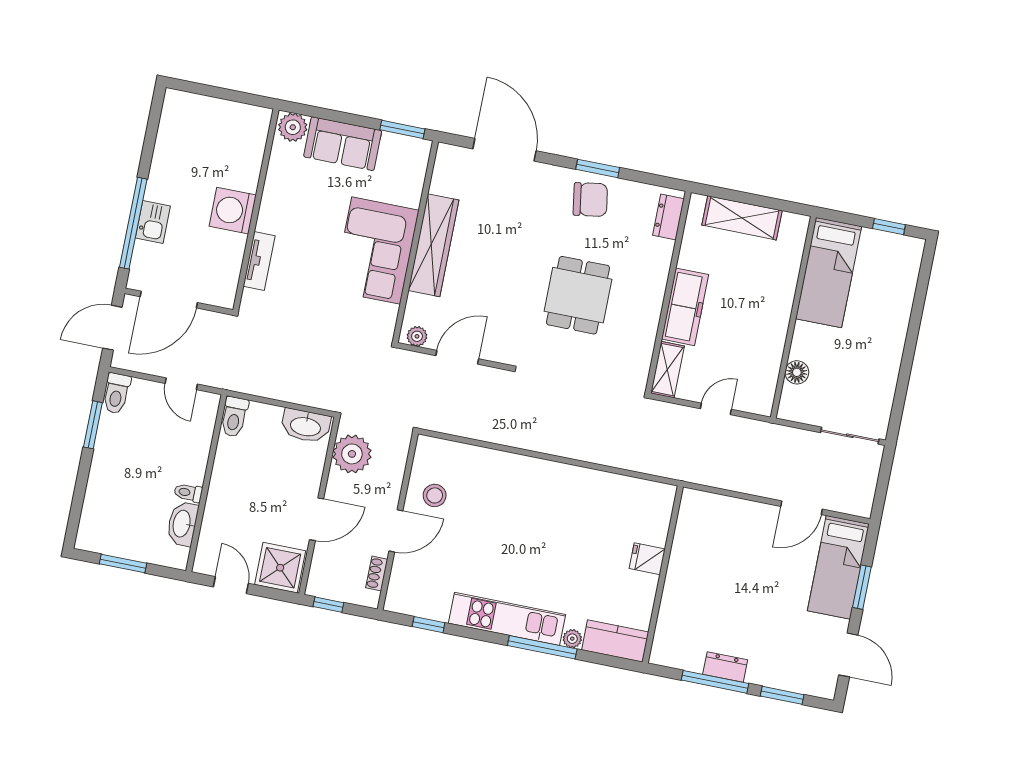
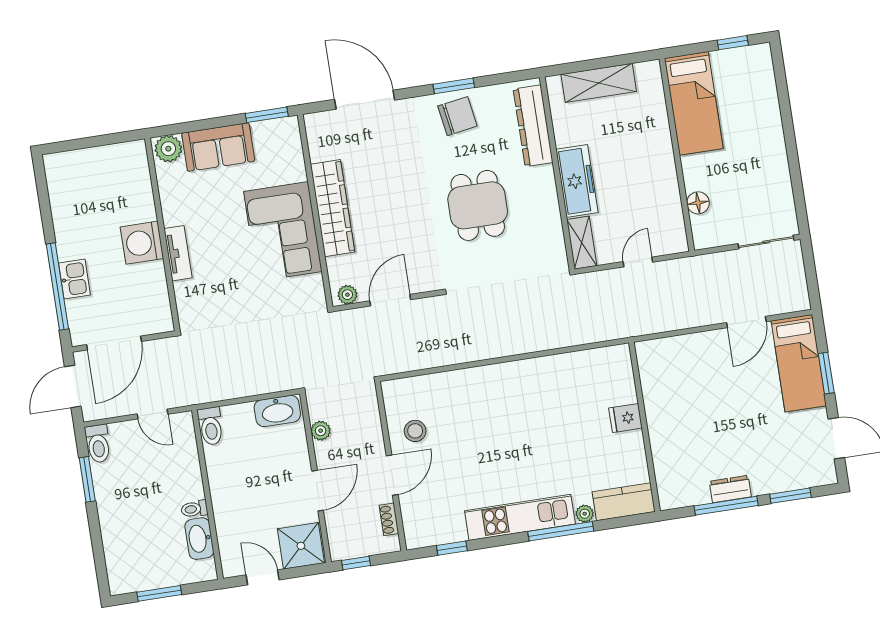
dresser: (668, 217) -> (533, 126), width x1.96, depth x1.24
tv unit: (259, 261) -> (178, 253), moved
plant: (352, 454) -> (321, 431), width x0.53, depth x0.53

